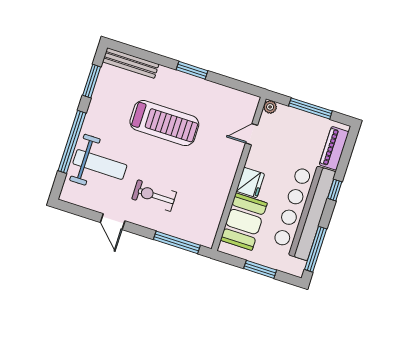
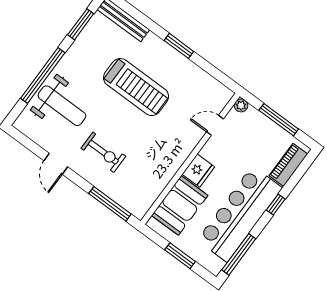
exercise bike: (154, 196) -> (103, 152), turned 180

